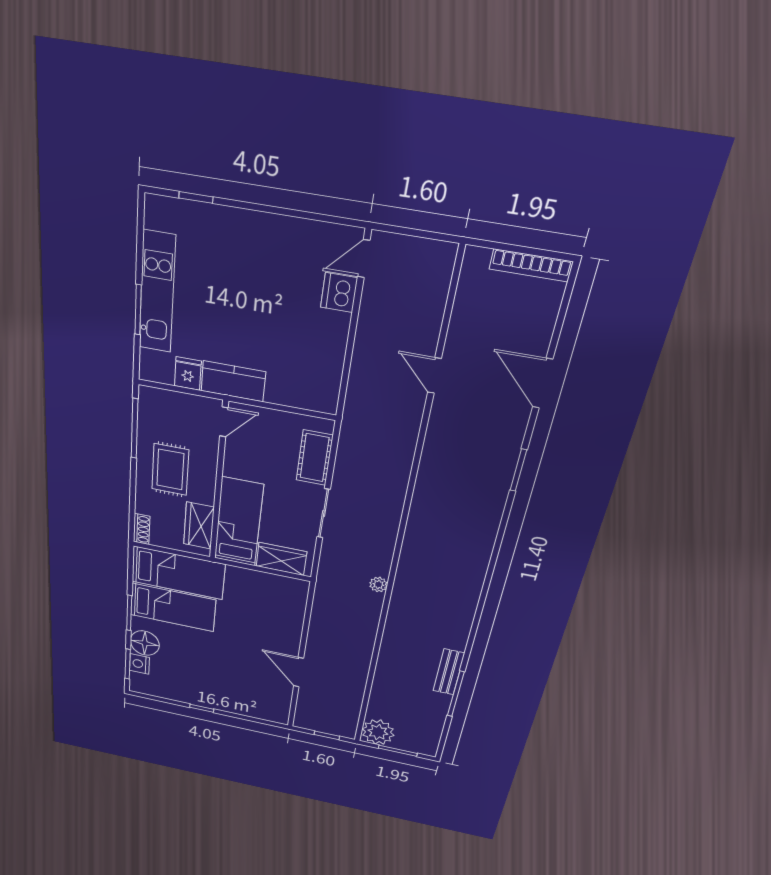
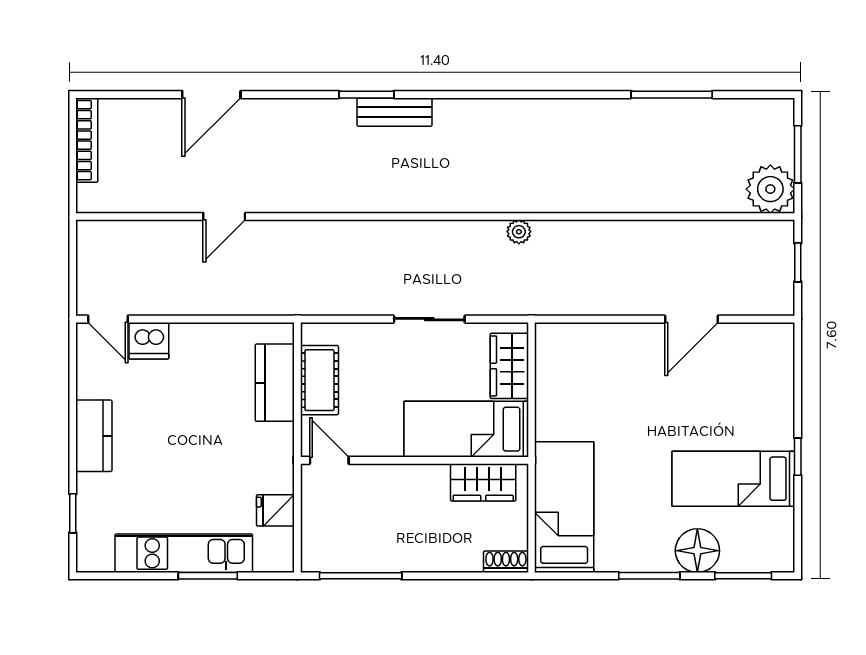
kitchen counter: (262, 228) -> (94, 436), added
kitchen counter: (233, 381) -> (275, 383), moved
cot: (315, 458) -> (319, 380), moved, turned 90
rug: (170, 470) -> (409, 526), removed
window: (518, 470) -> (367, 95), moved
bed: (173, 607) -> (733, 479), moved, turned -90
nightstand: (139, 664) -> (738, 558), removed
bench: (449, 672) -> (395, 112), moved

